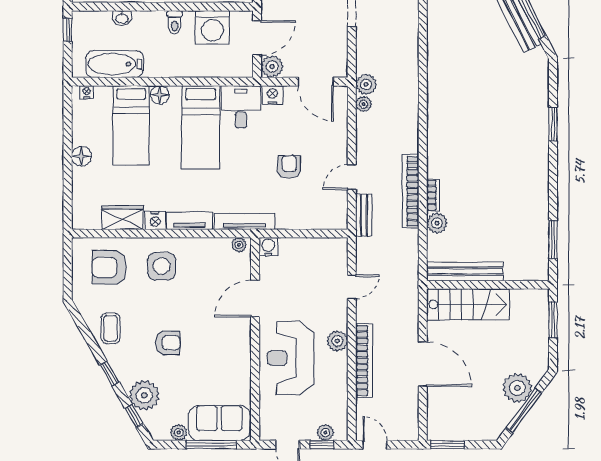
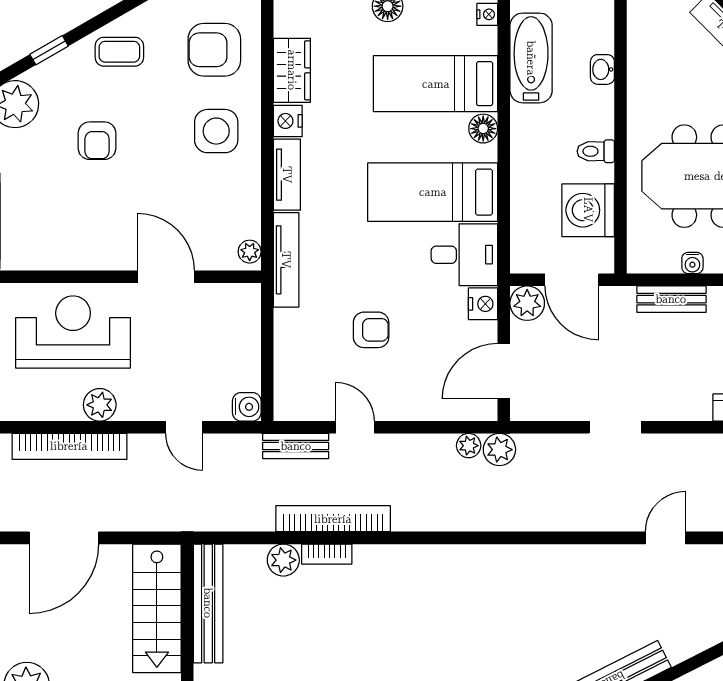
water cooler: (268, 247) -> (247, 407), moved
armchair: (109, 267) -> (214, 50), turned -90

